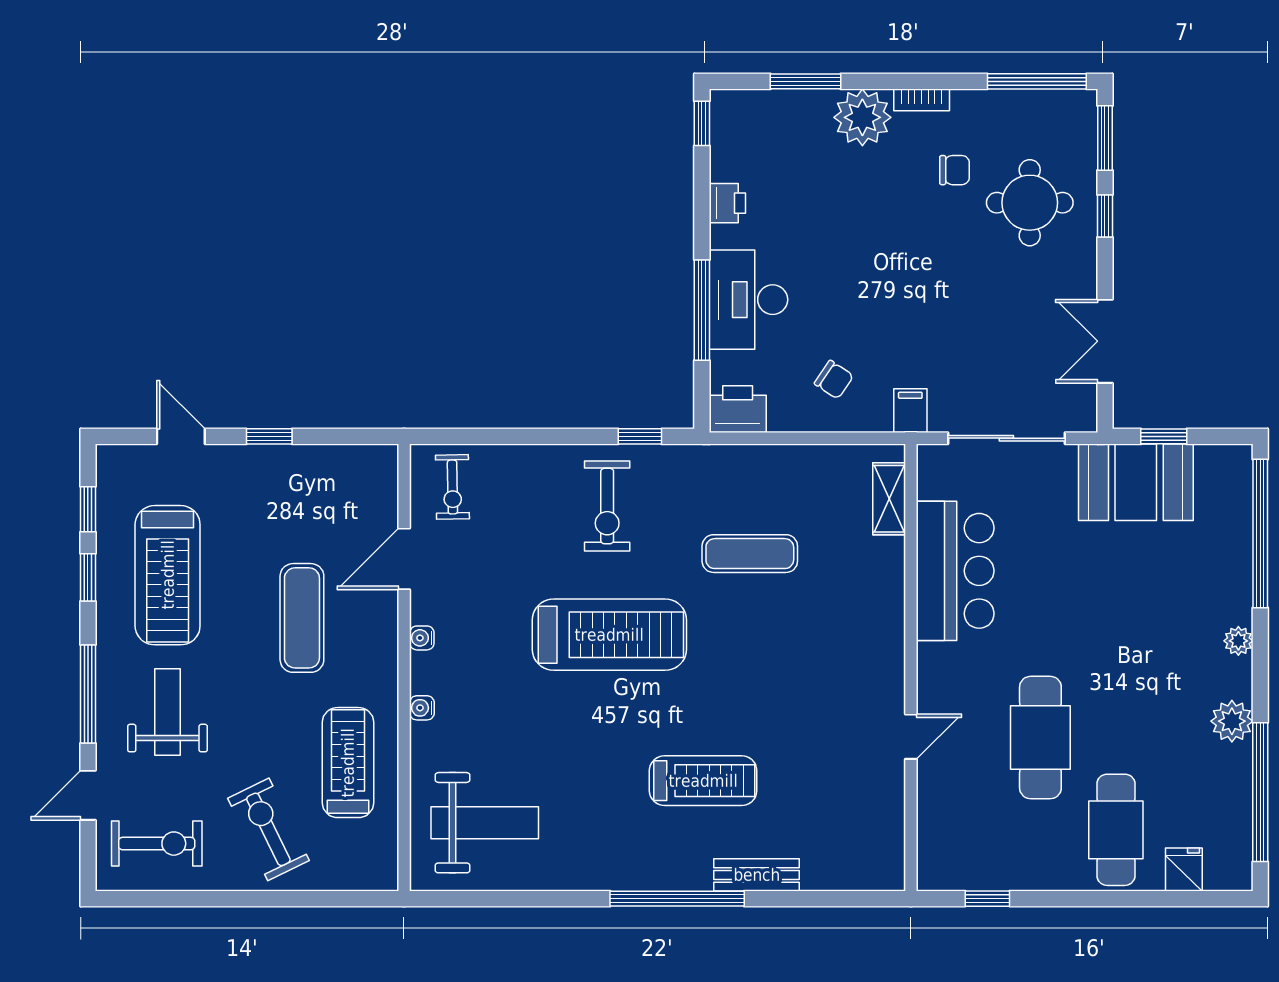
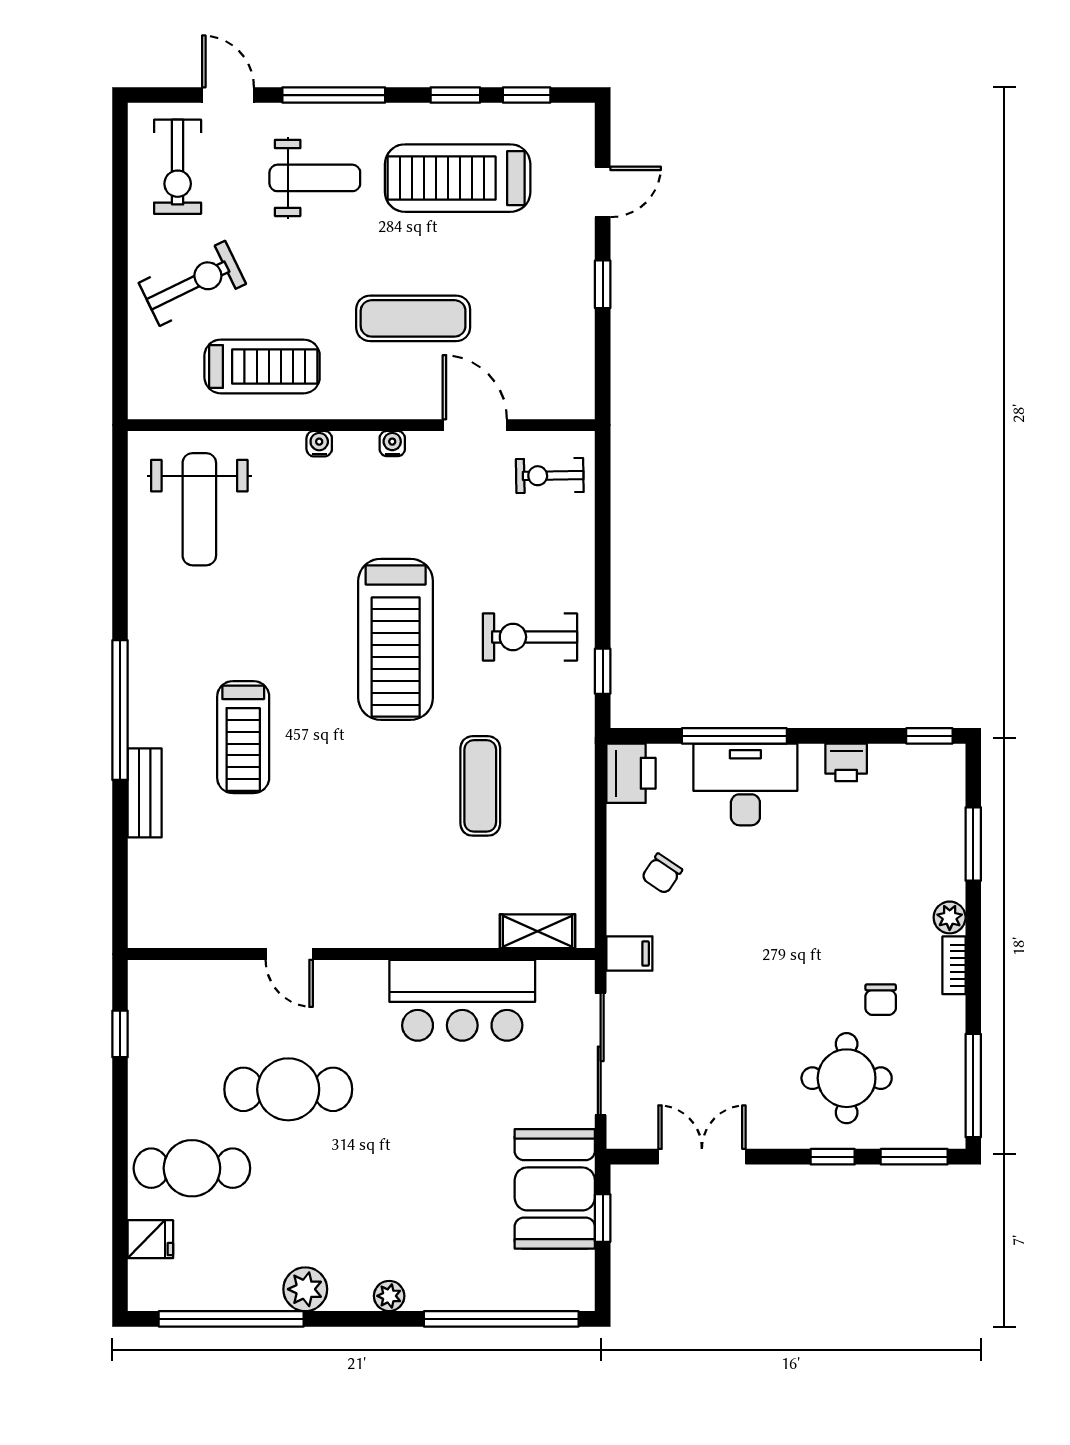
plant: (862, 117) -> (950, 917), width x0.53, depth x0.53

